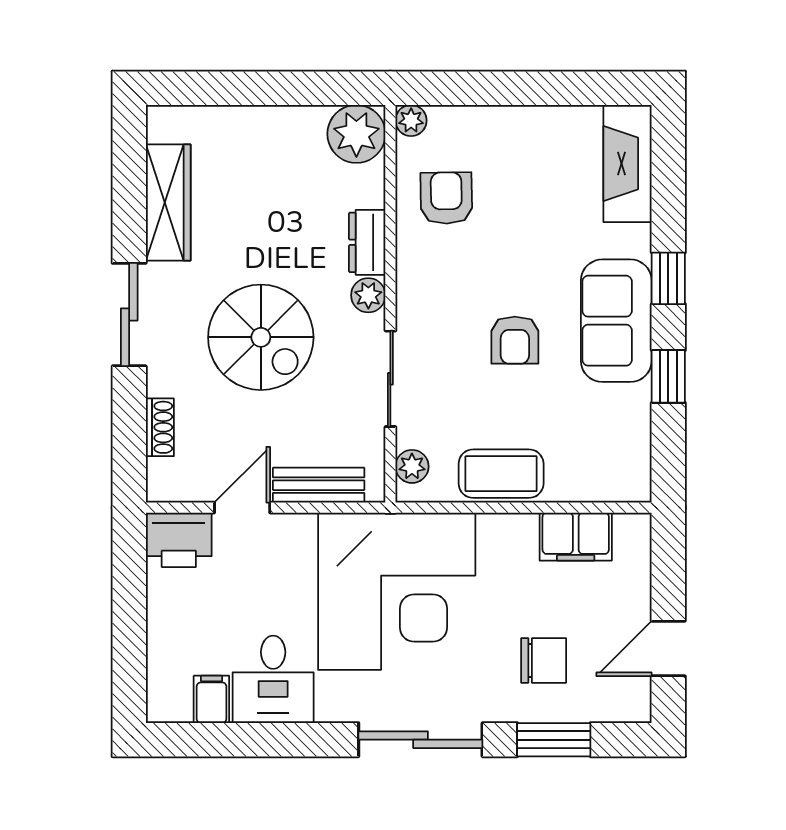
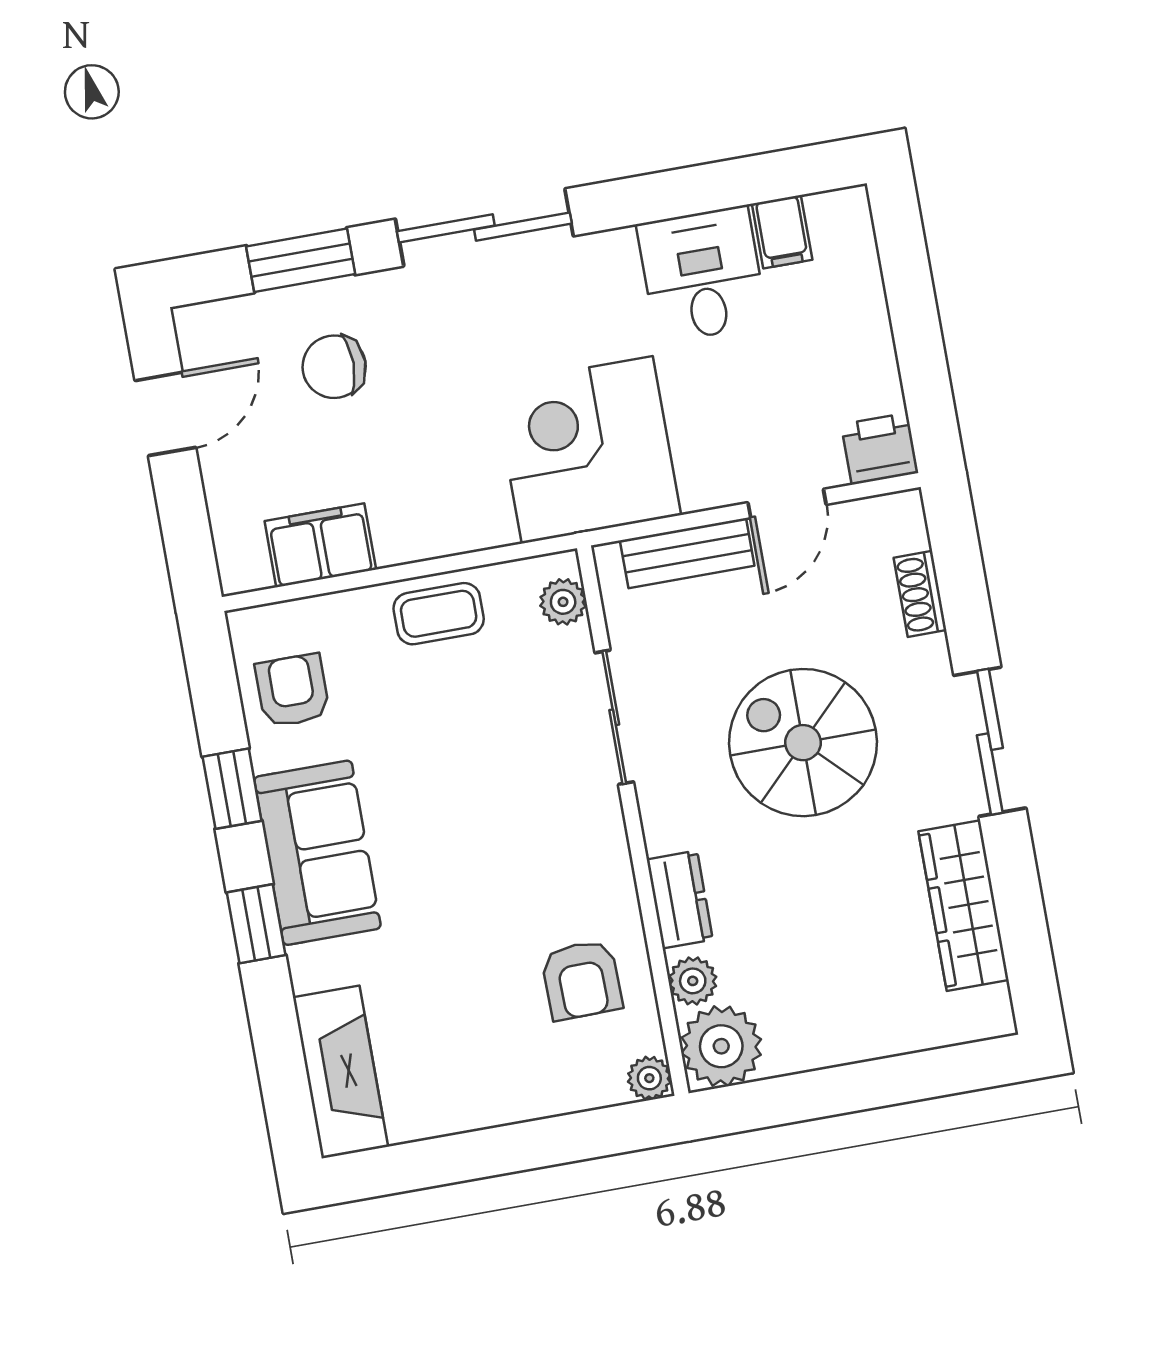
plant: (368, 295) -> (693, 981), moved
armchair: (515, 340) -> (292, 691), moved
coffee table: (501, 474) -> (439, 614), width x0.73, depth x0.77
printer: (179, 540) -> (880, 449), width x0.73, depth x0.81
corner desk: (397, 591) -> (587, 450), width x0.74, depth x0.74

